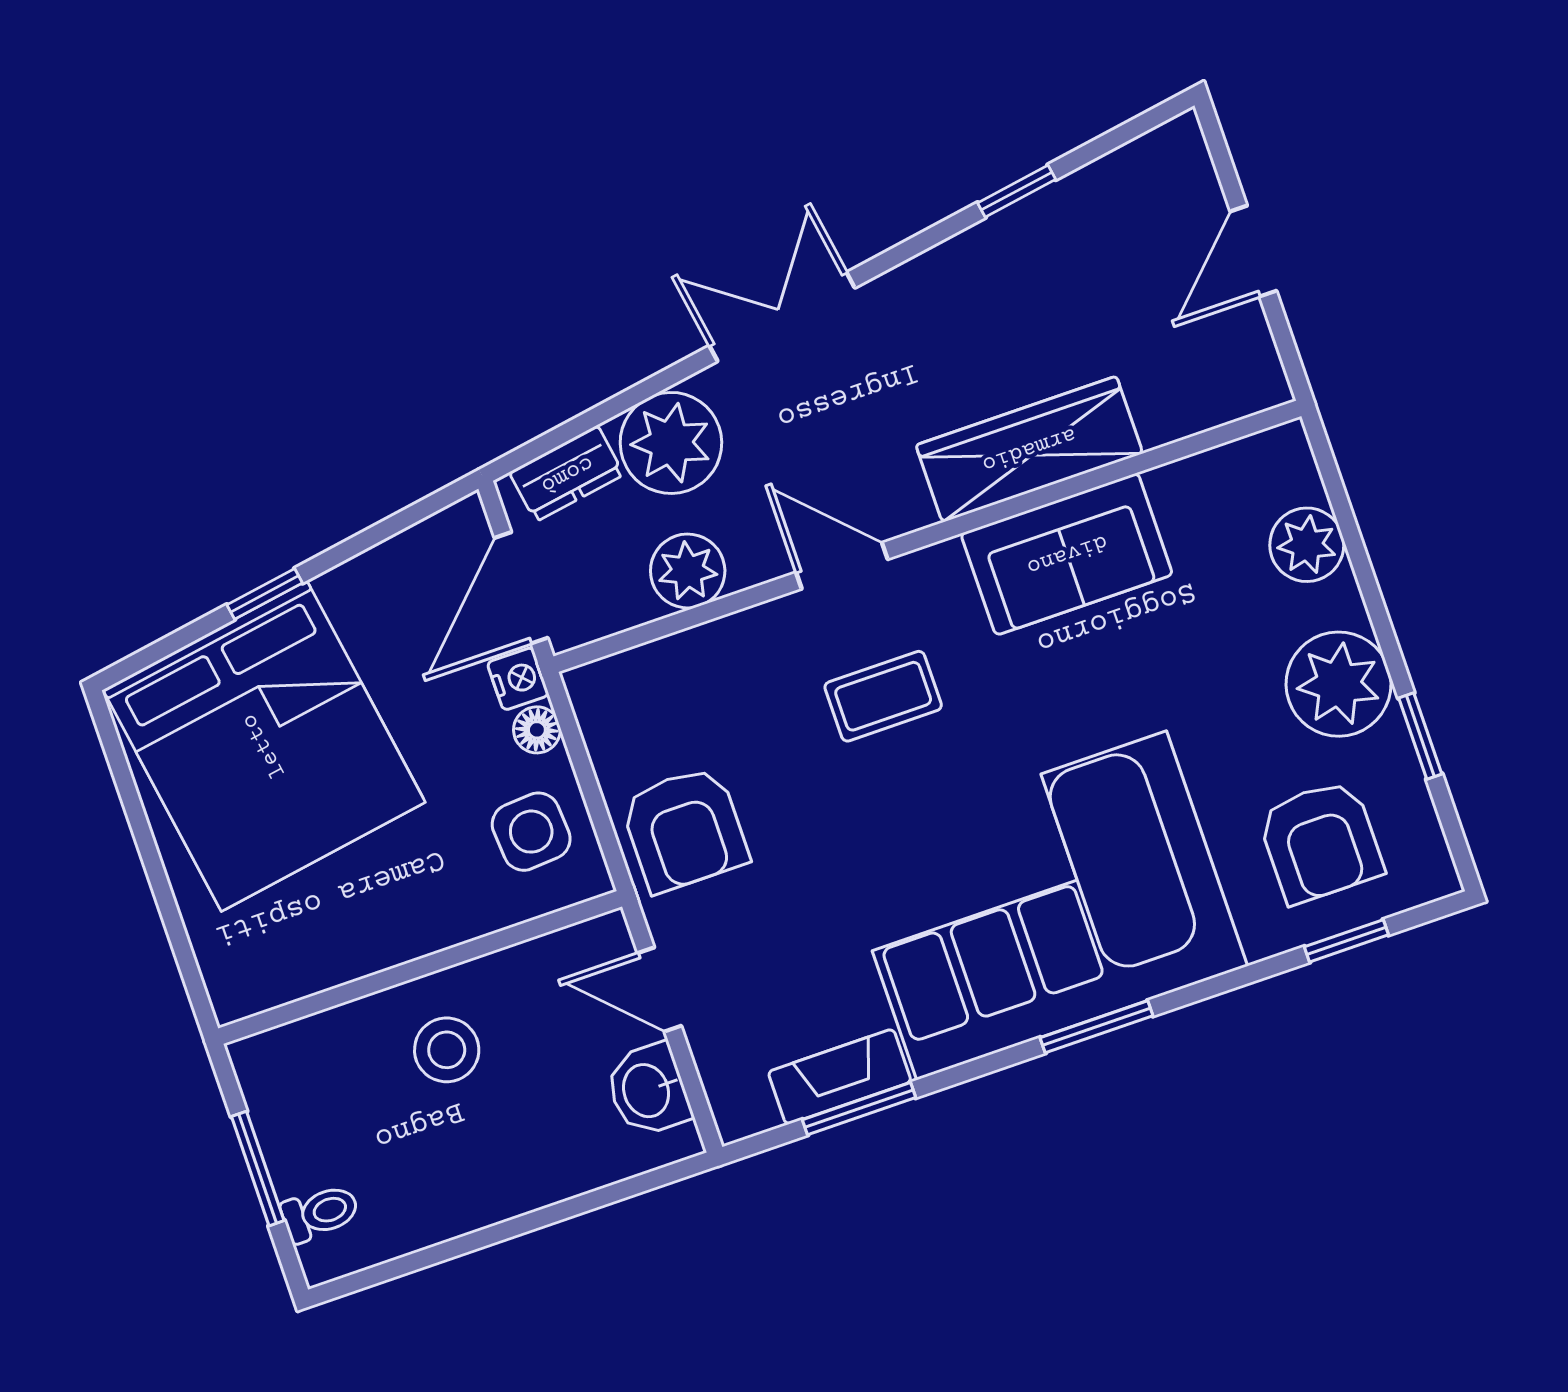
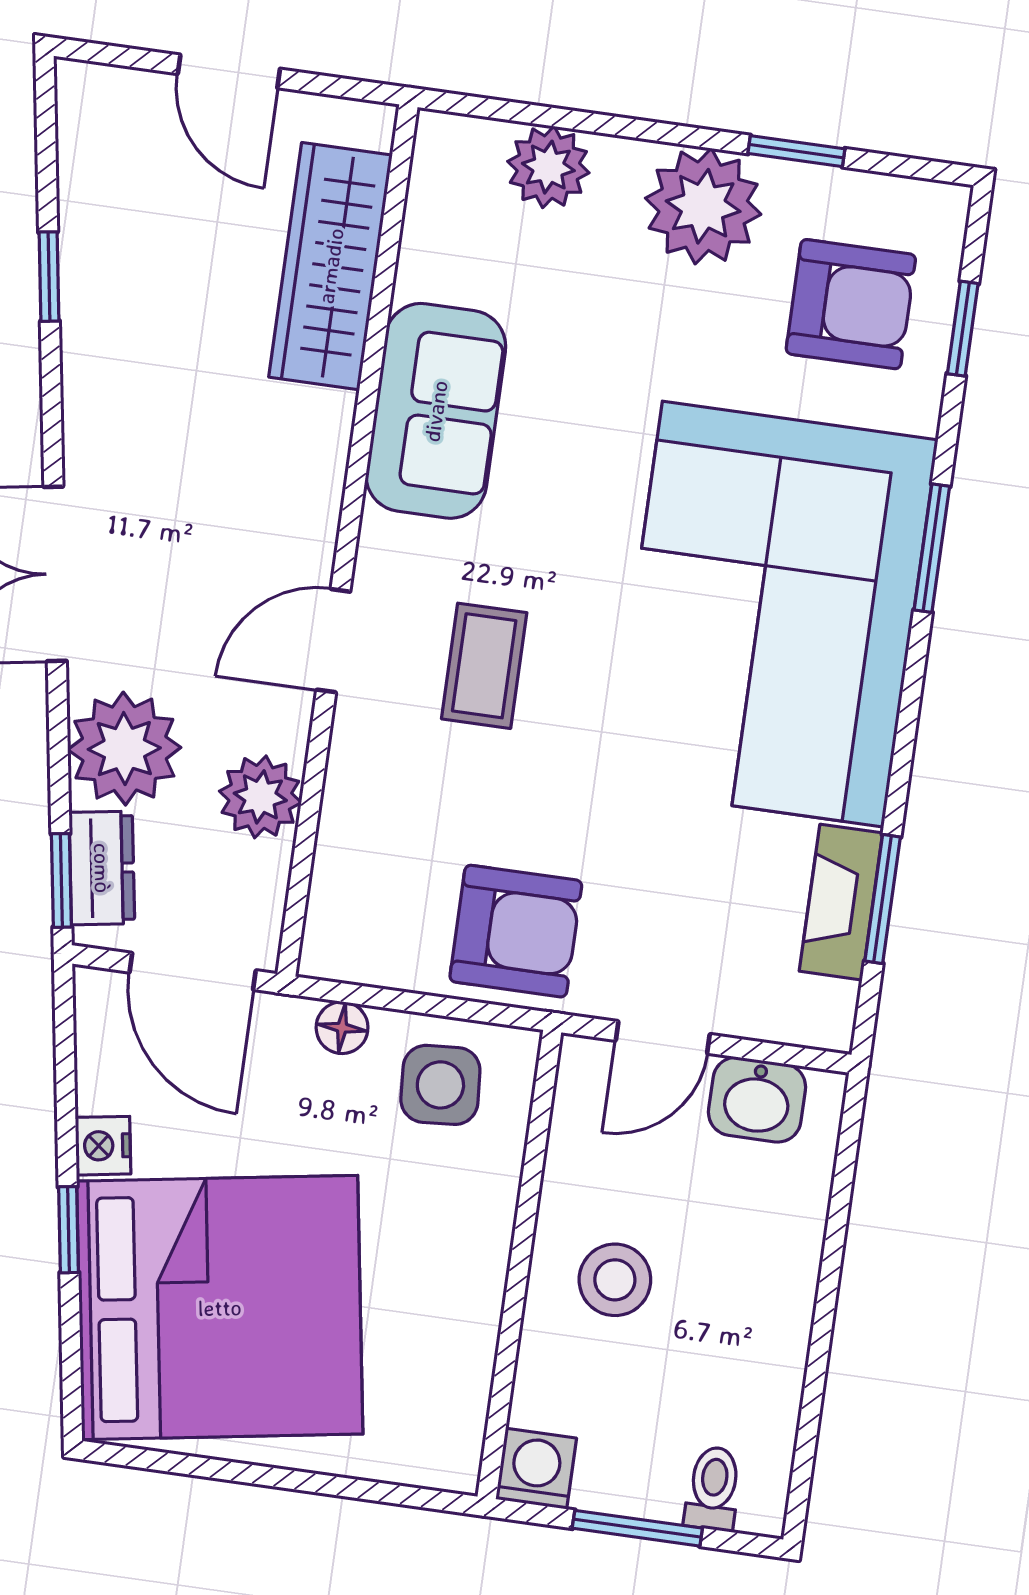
window: (540, 446) -> (61, 880), added
wardrobe: (1029, 449) -> (331, 266), moved
nightstand: (518, 679) -> (103, 1146), moved, turned -99
window: (1096, 1027) -> (932, 548), moved
washing machine: (264, 1064) -> (536, 1469), added

